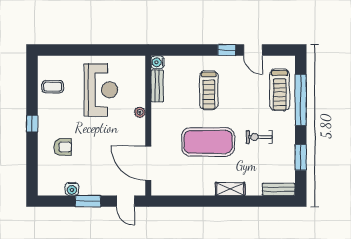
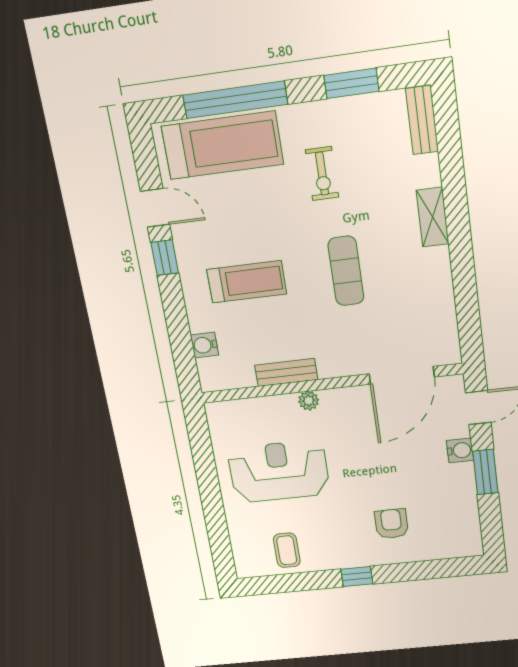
door: (253, 50) -> (155, 208), hinge flipped
water cooler: (158, 62) -> (204, 345), moved, turned 90
bench: (157, 86) -> (286, 372), moved
treadmill: (280, 90) -> (223, 145), width x1.37, depth x1.37
exercise mat: (208, 142) -> (346, 271), width x0.50, depth x0.69
water cooler: (72, 189) -> (460, 450), moved

